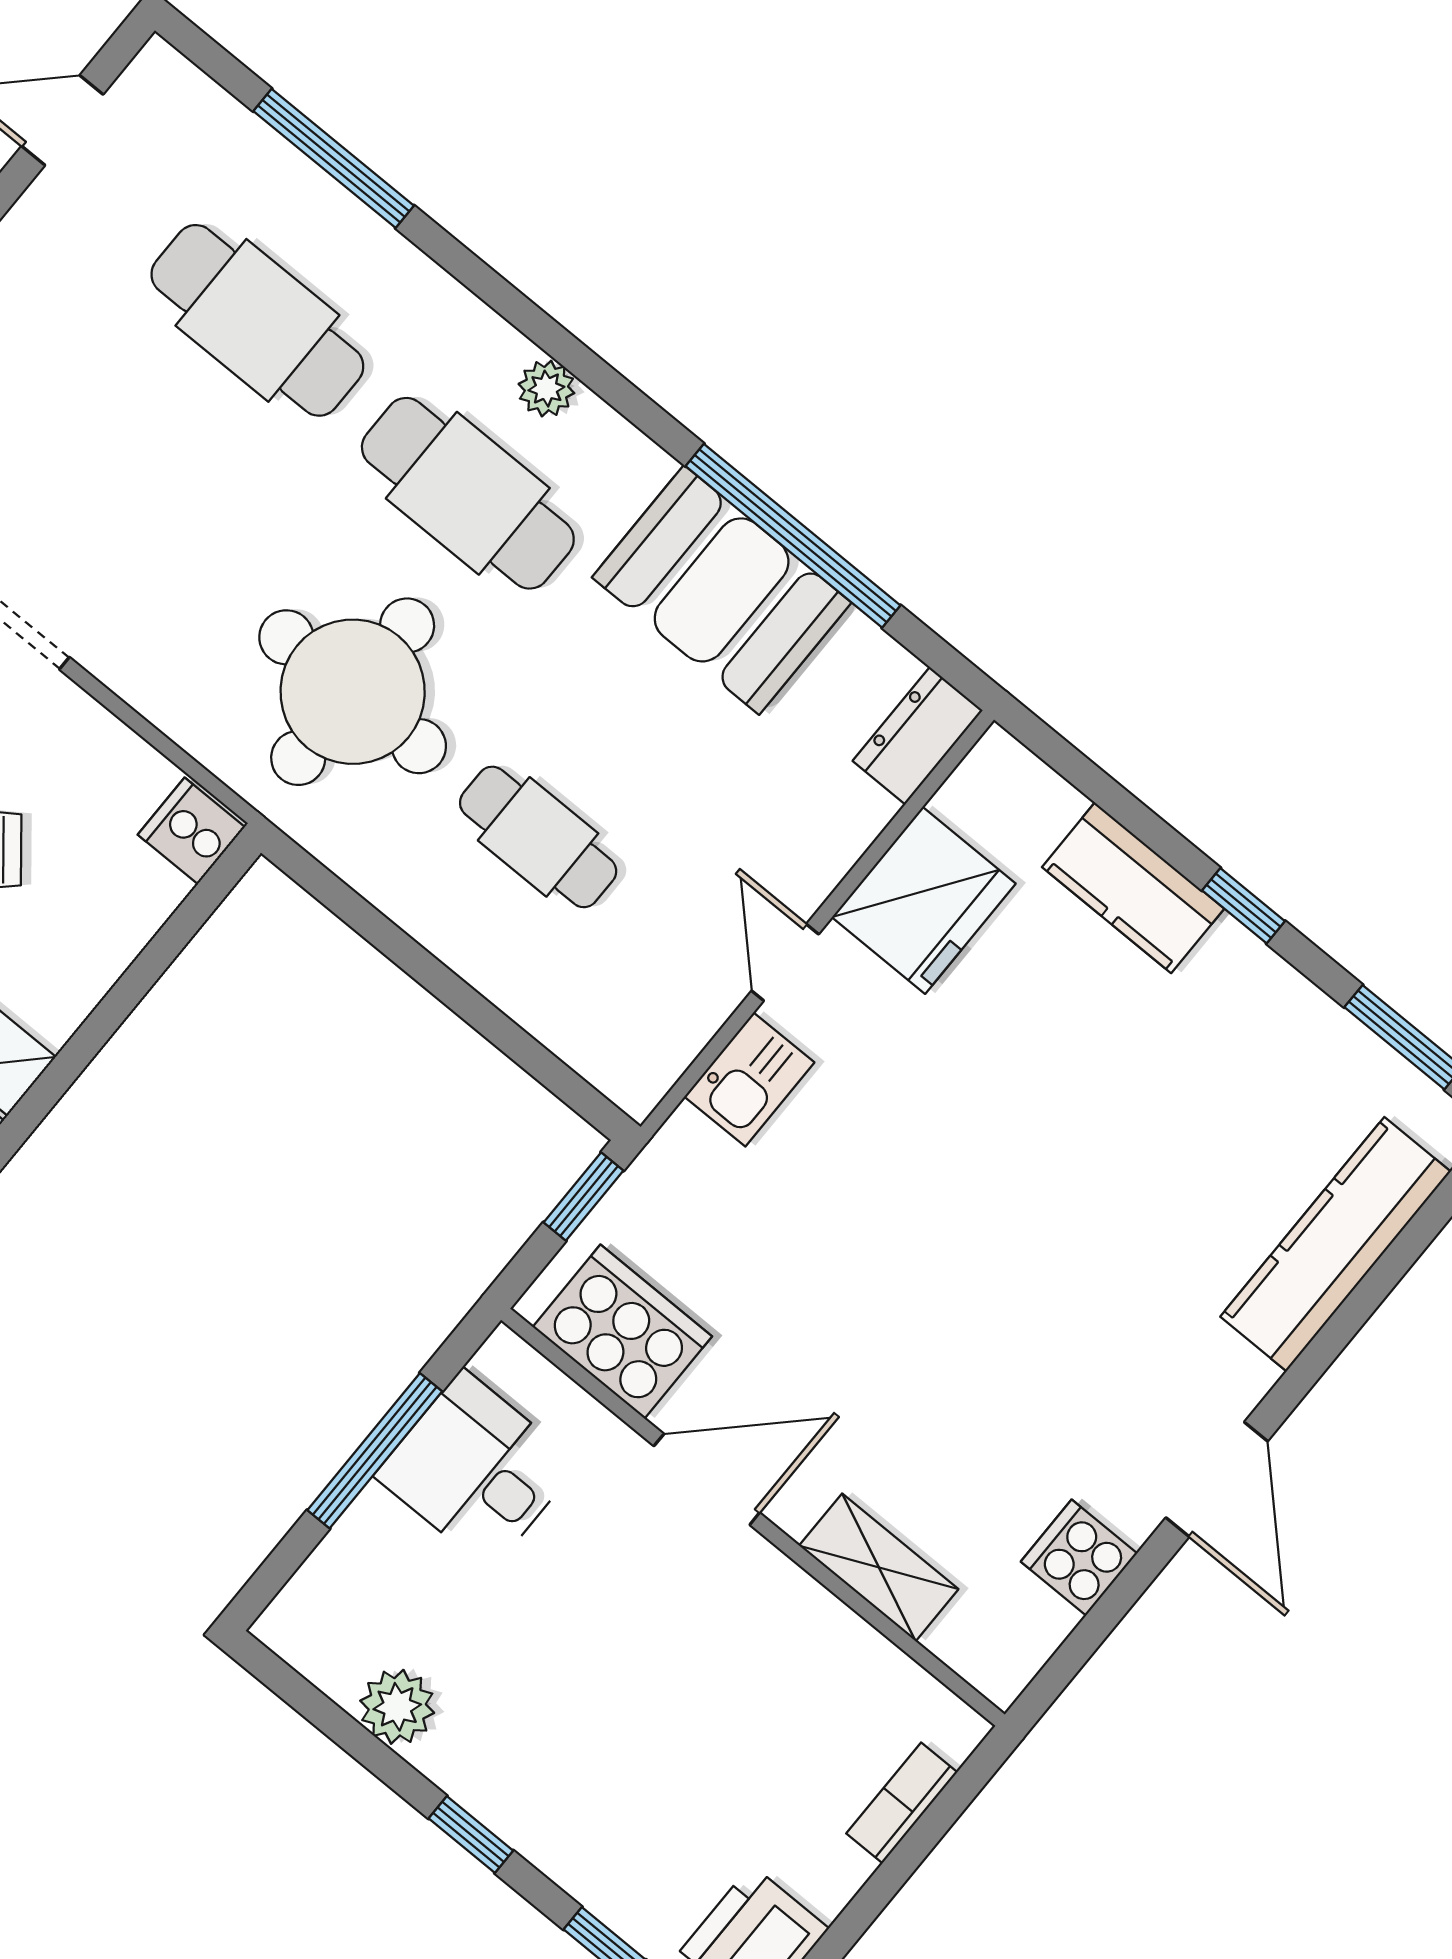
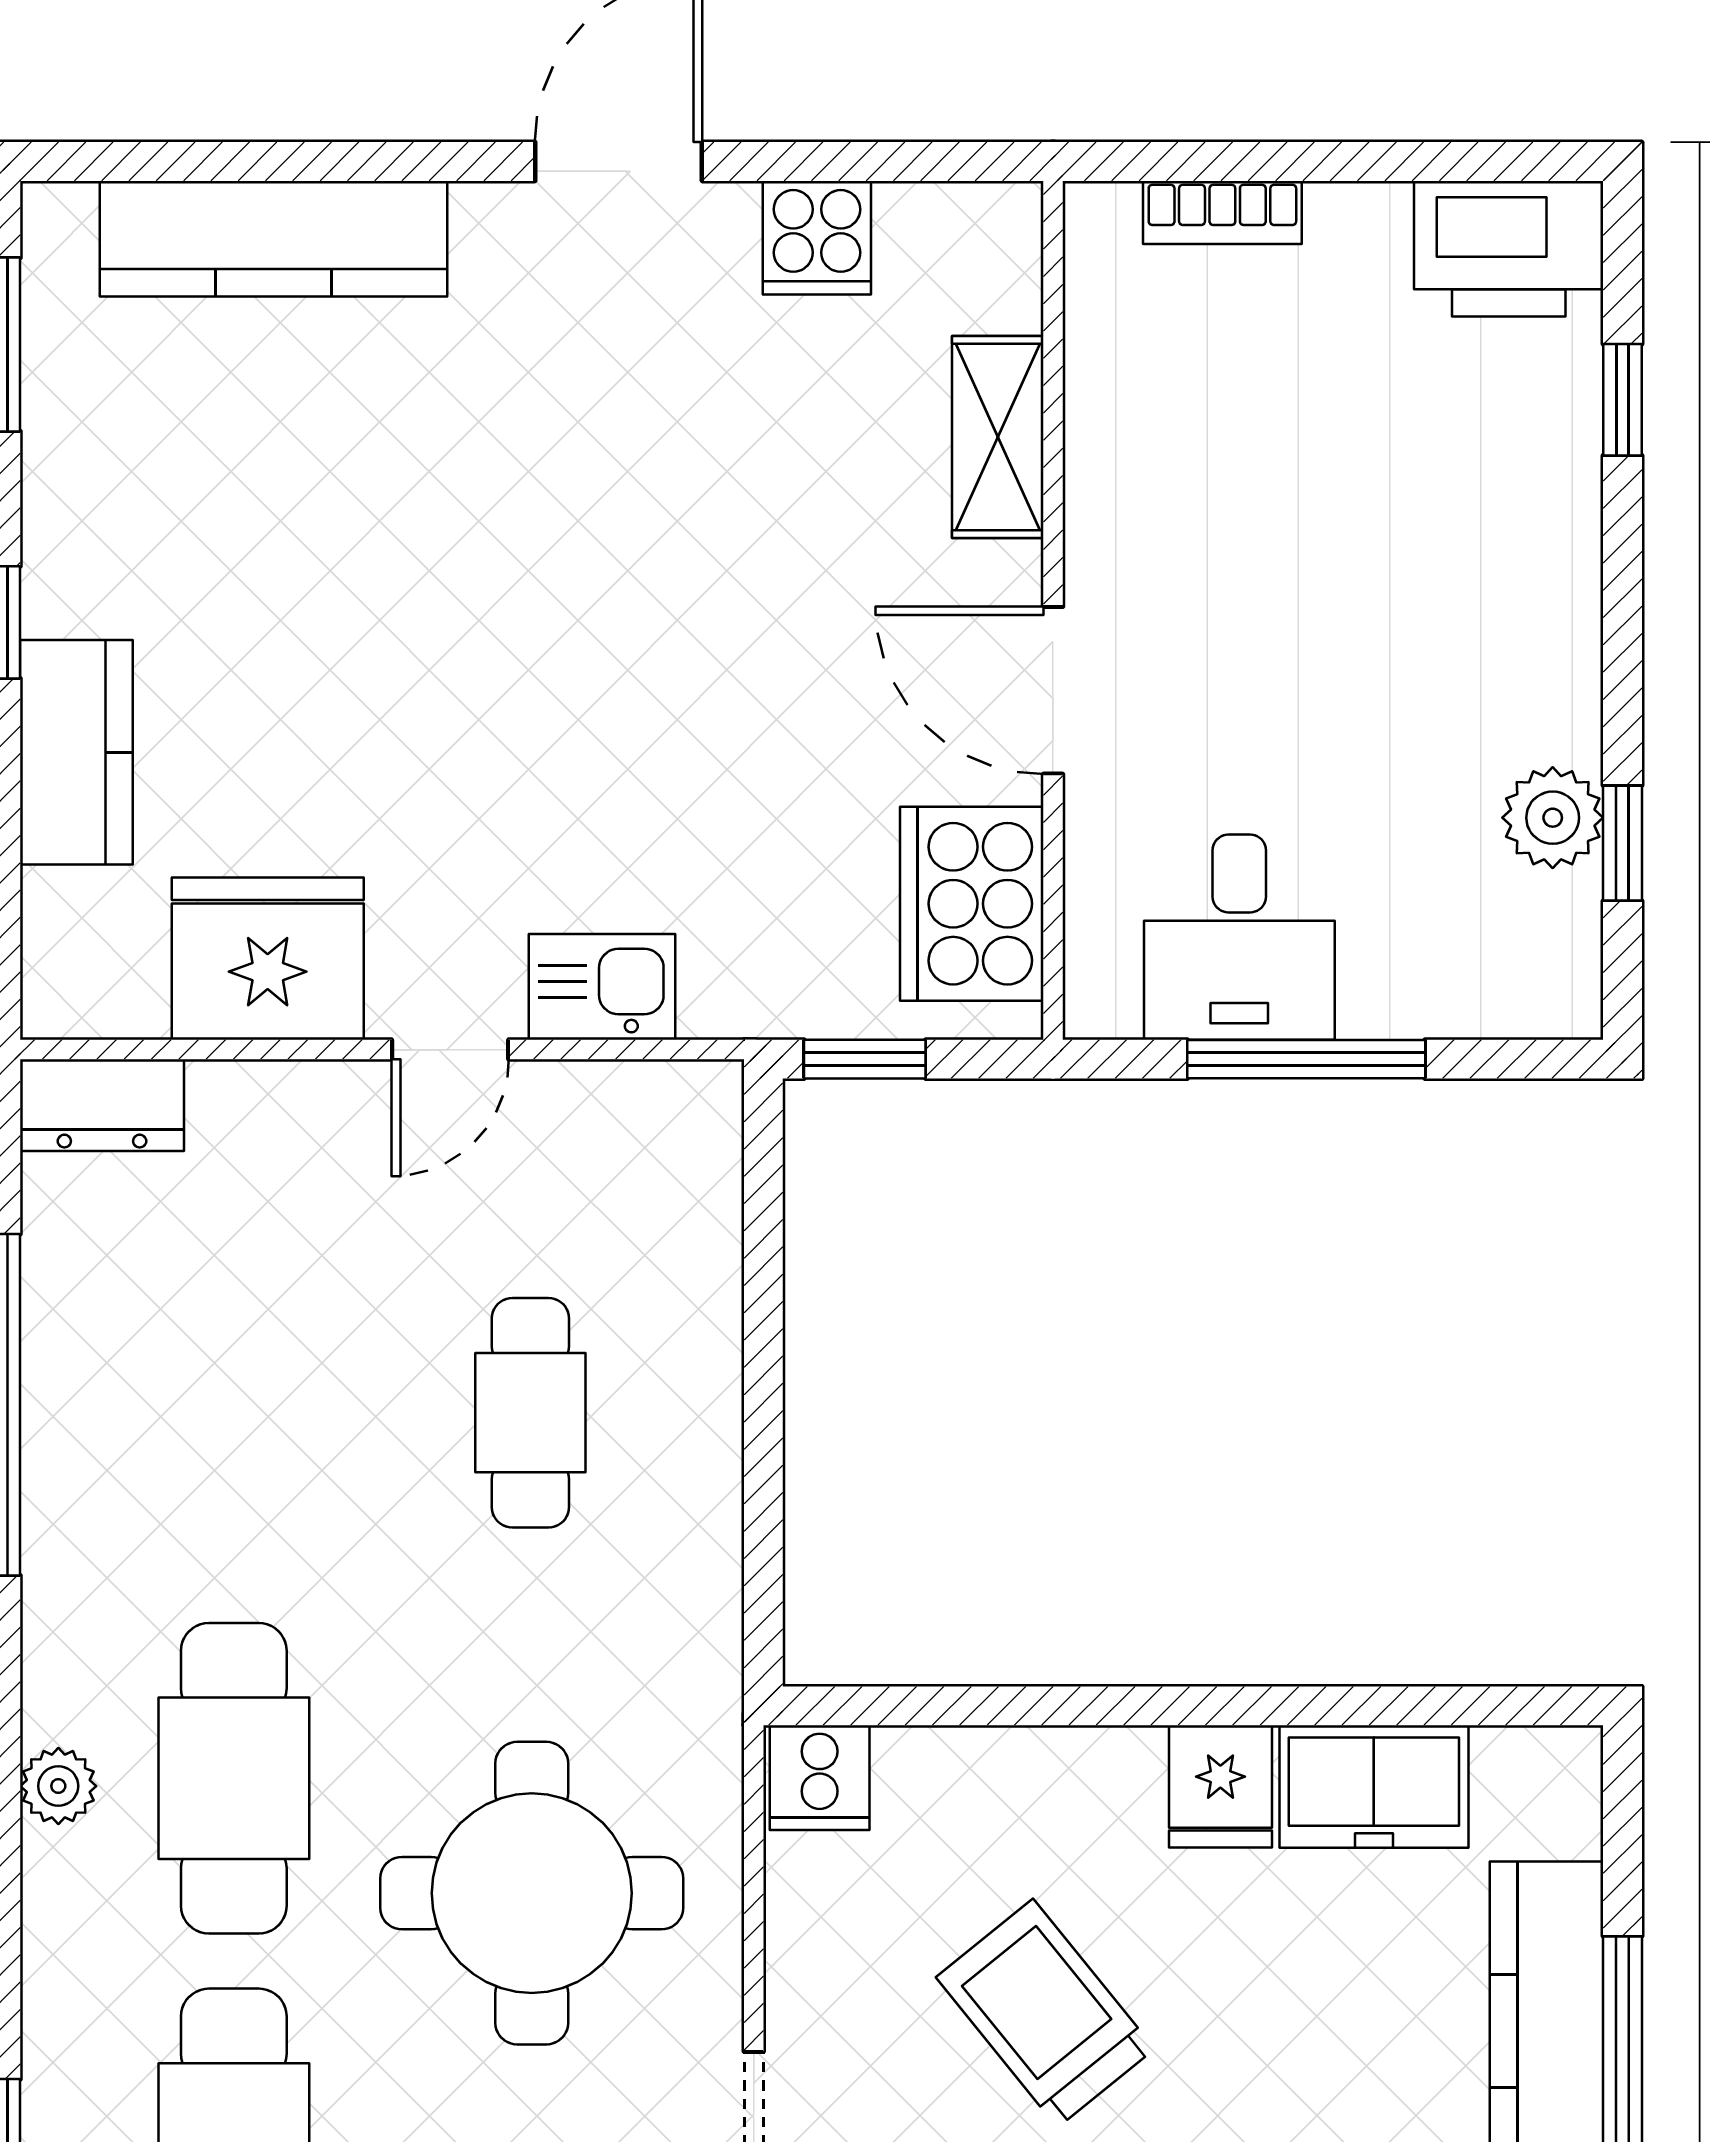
booth: (722, 590) -> (118, 1433), removed
round table: (353, 692) -> (532, 1893), moved
window: (471, 1835) -> (1622, 843), moved

